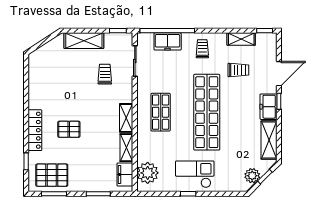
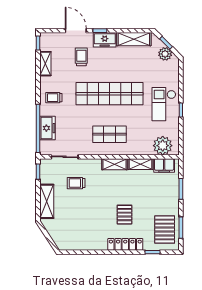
trolley: (238, 70) -> (81, 57), moved

